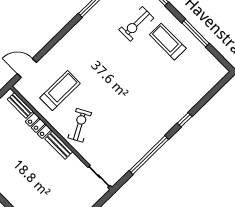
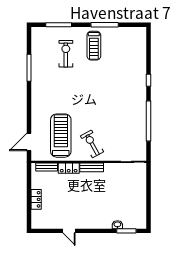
exercise bike: (136, 24) -> (66, 54), turned 180
treadmill: (168, 42) -> (94, 46), turned -90
treadmill: (60, 91) -> (61, 136), width x1.37, depth x1.38

